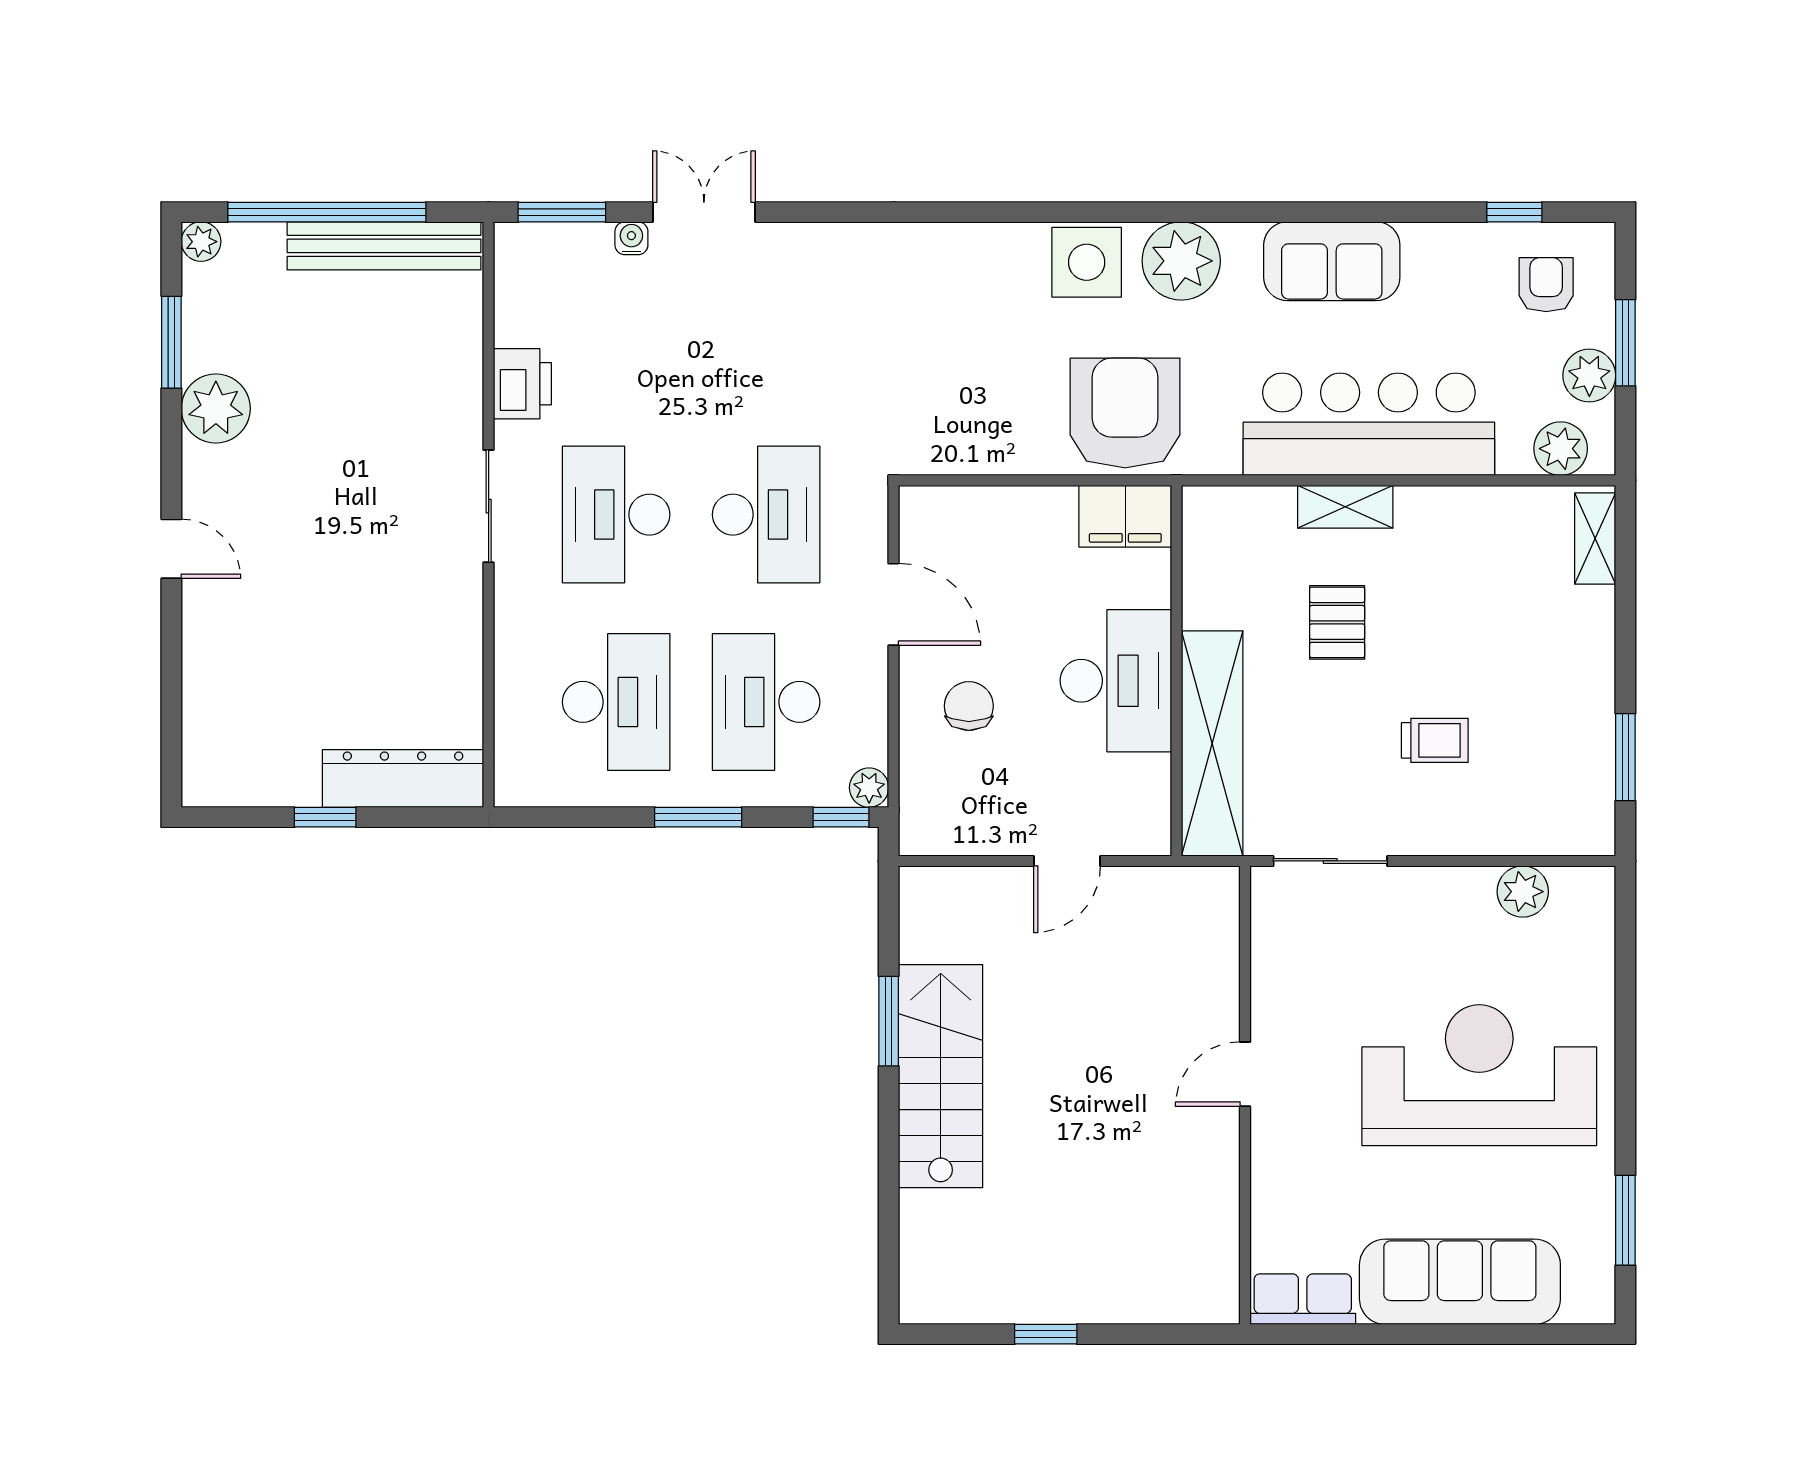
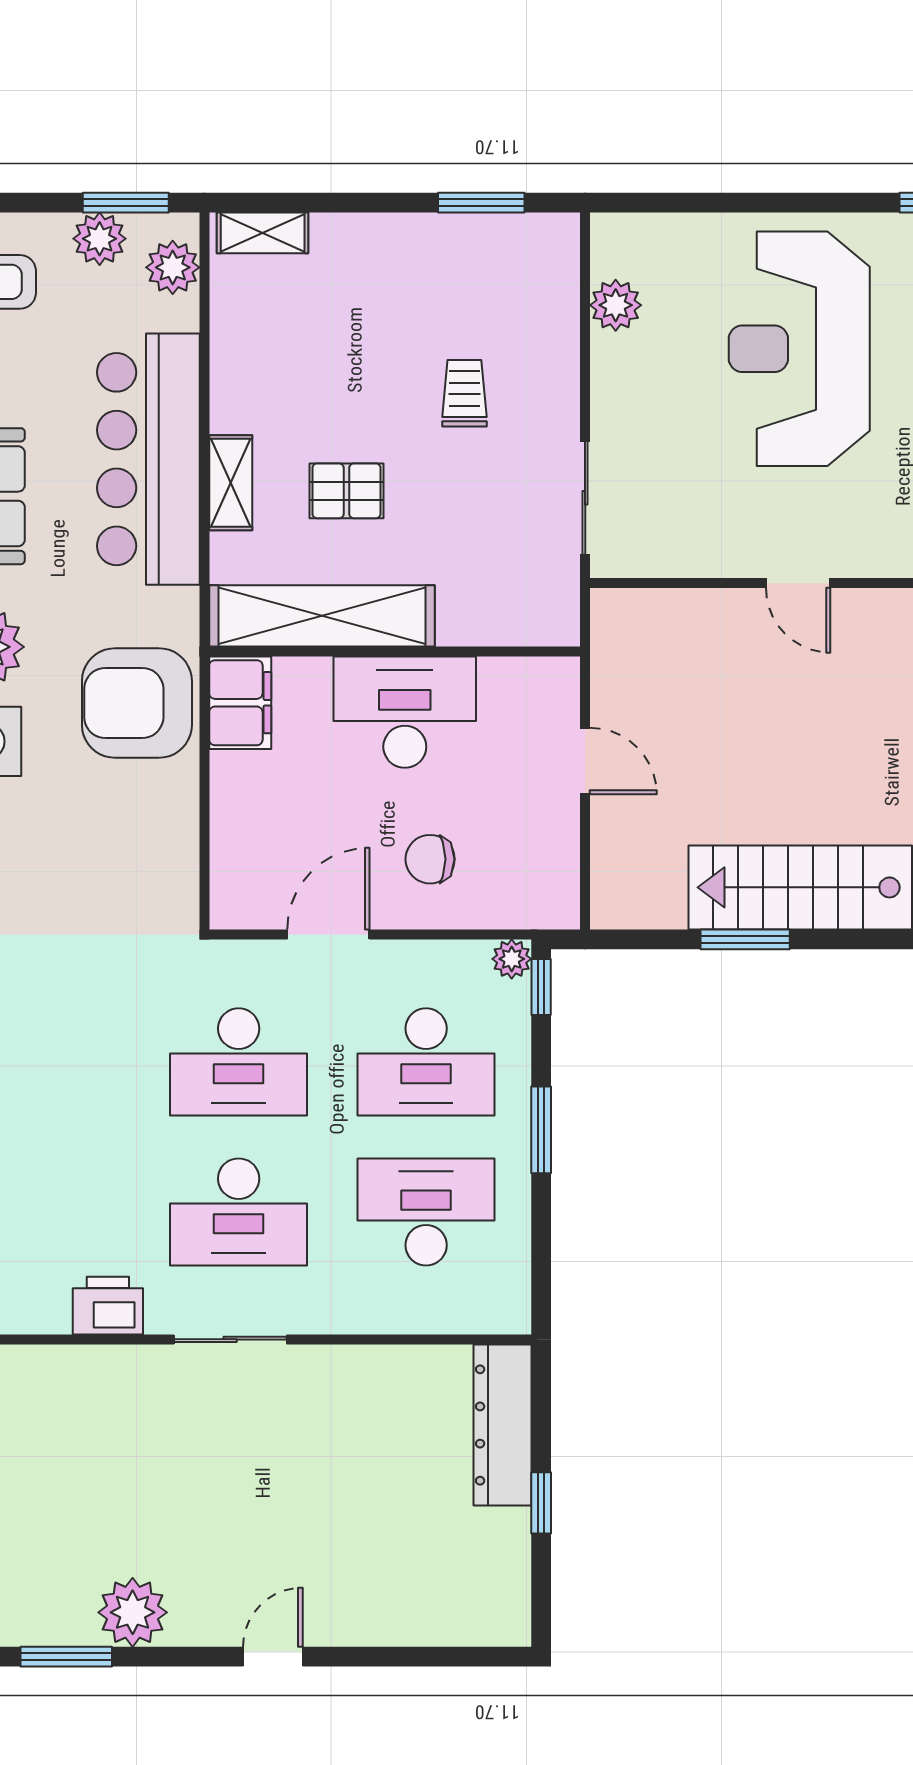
window: (1625, 343) -> (126, 203), moved
desk: (766, 515) -> (239, 1062), turned 180
shelving: (1212, 743) -> (322, 616), moved

